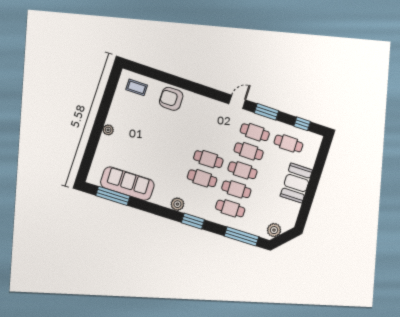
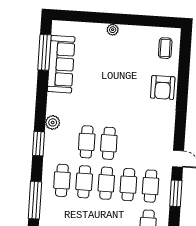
armchair: (171, 99) -> (163, 87), turned 180

